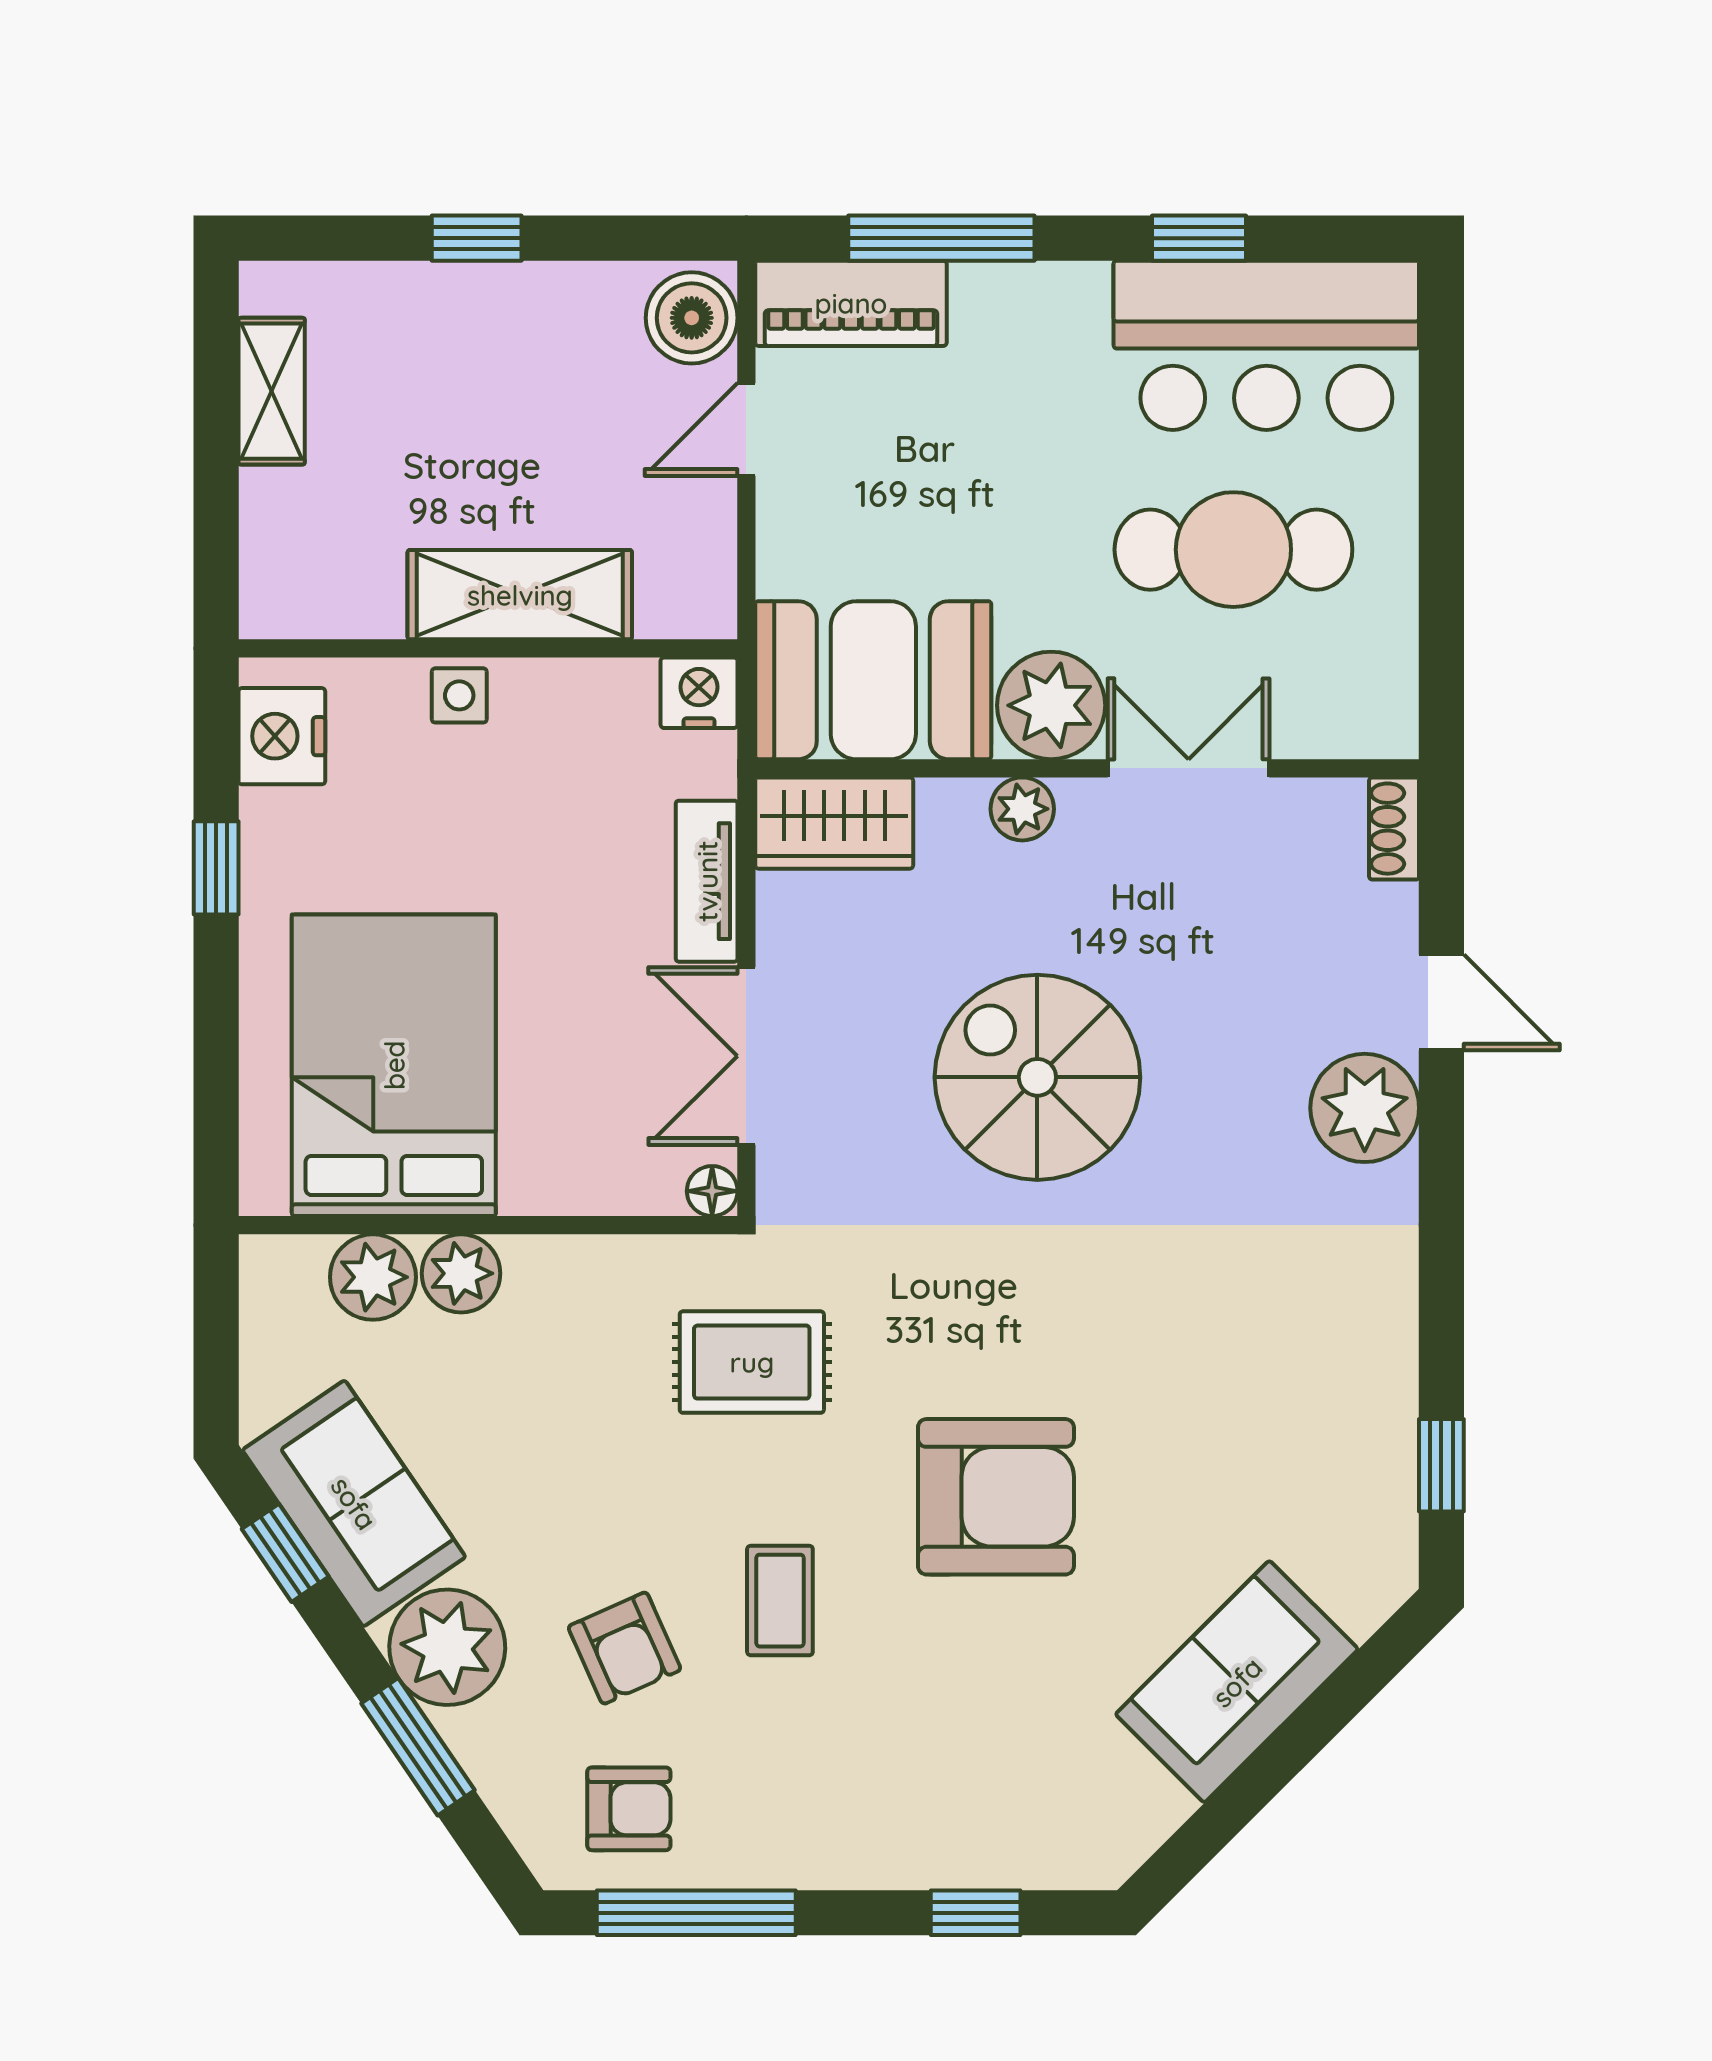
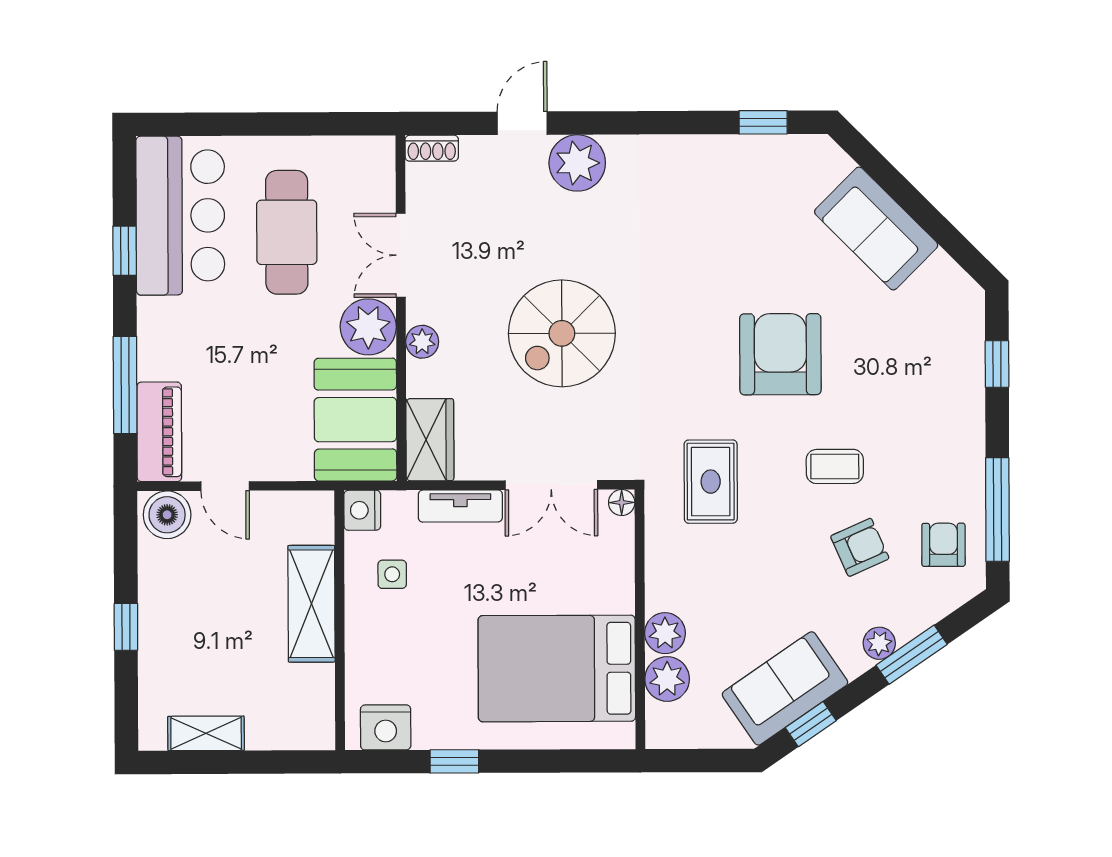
side table: (459, 695) -> (392, 574), moved
plant: (447, 1647) -> (879, 643), width x0.53, depth x0.53

